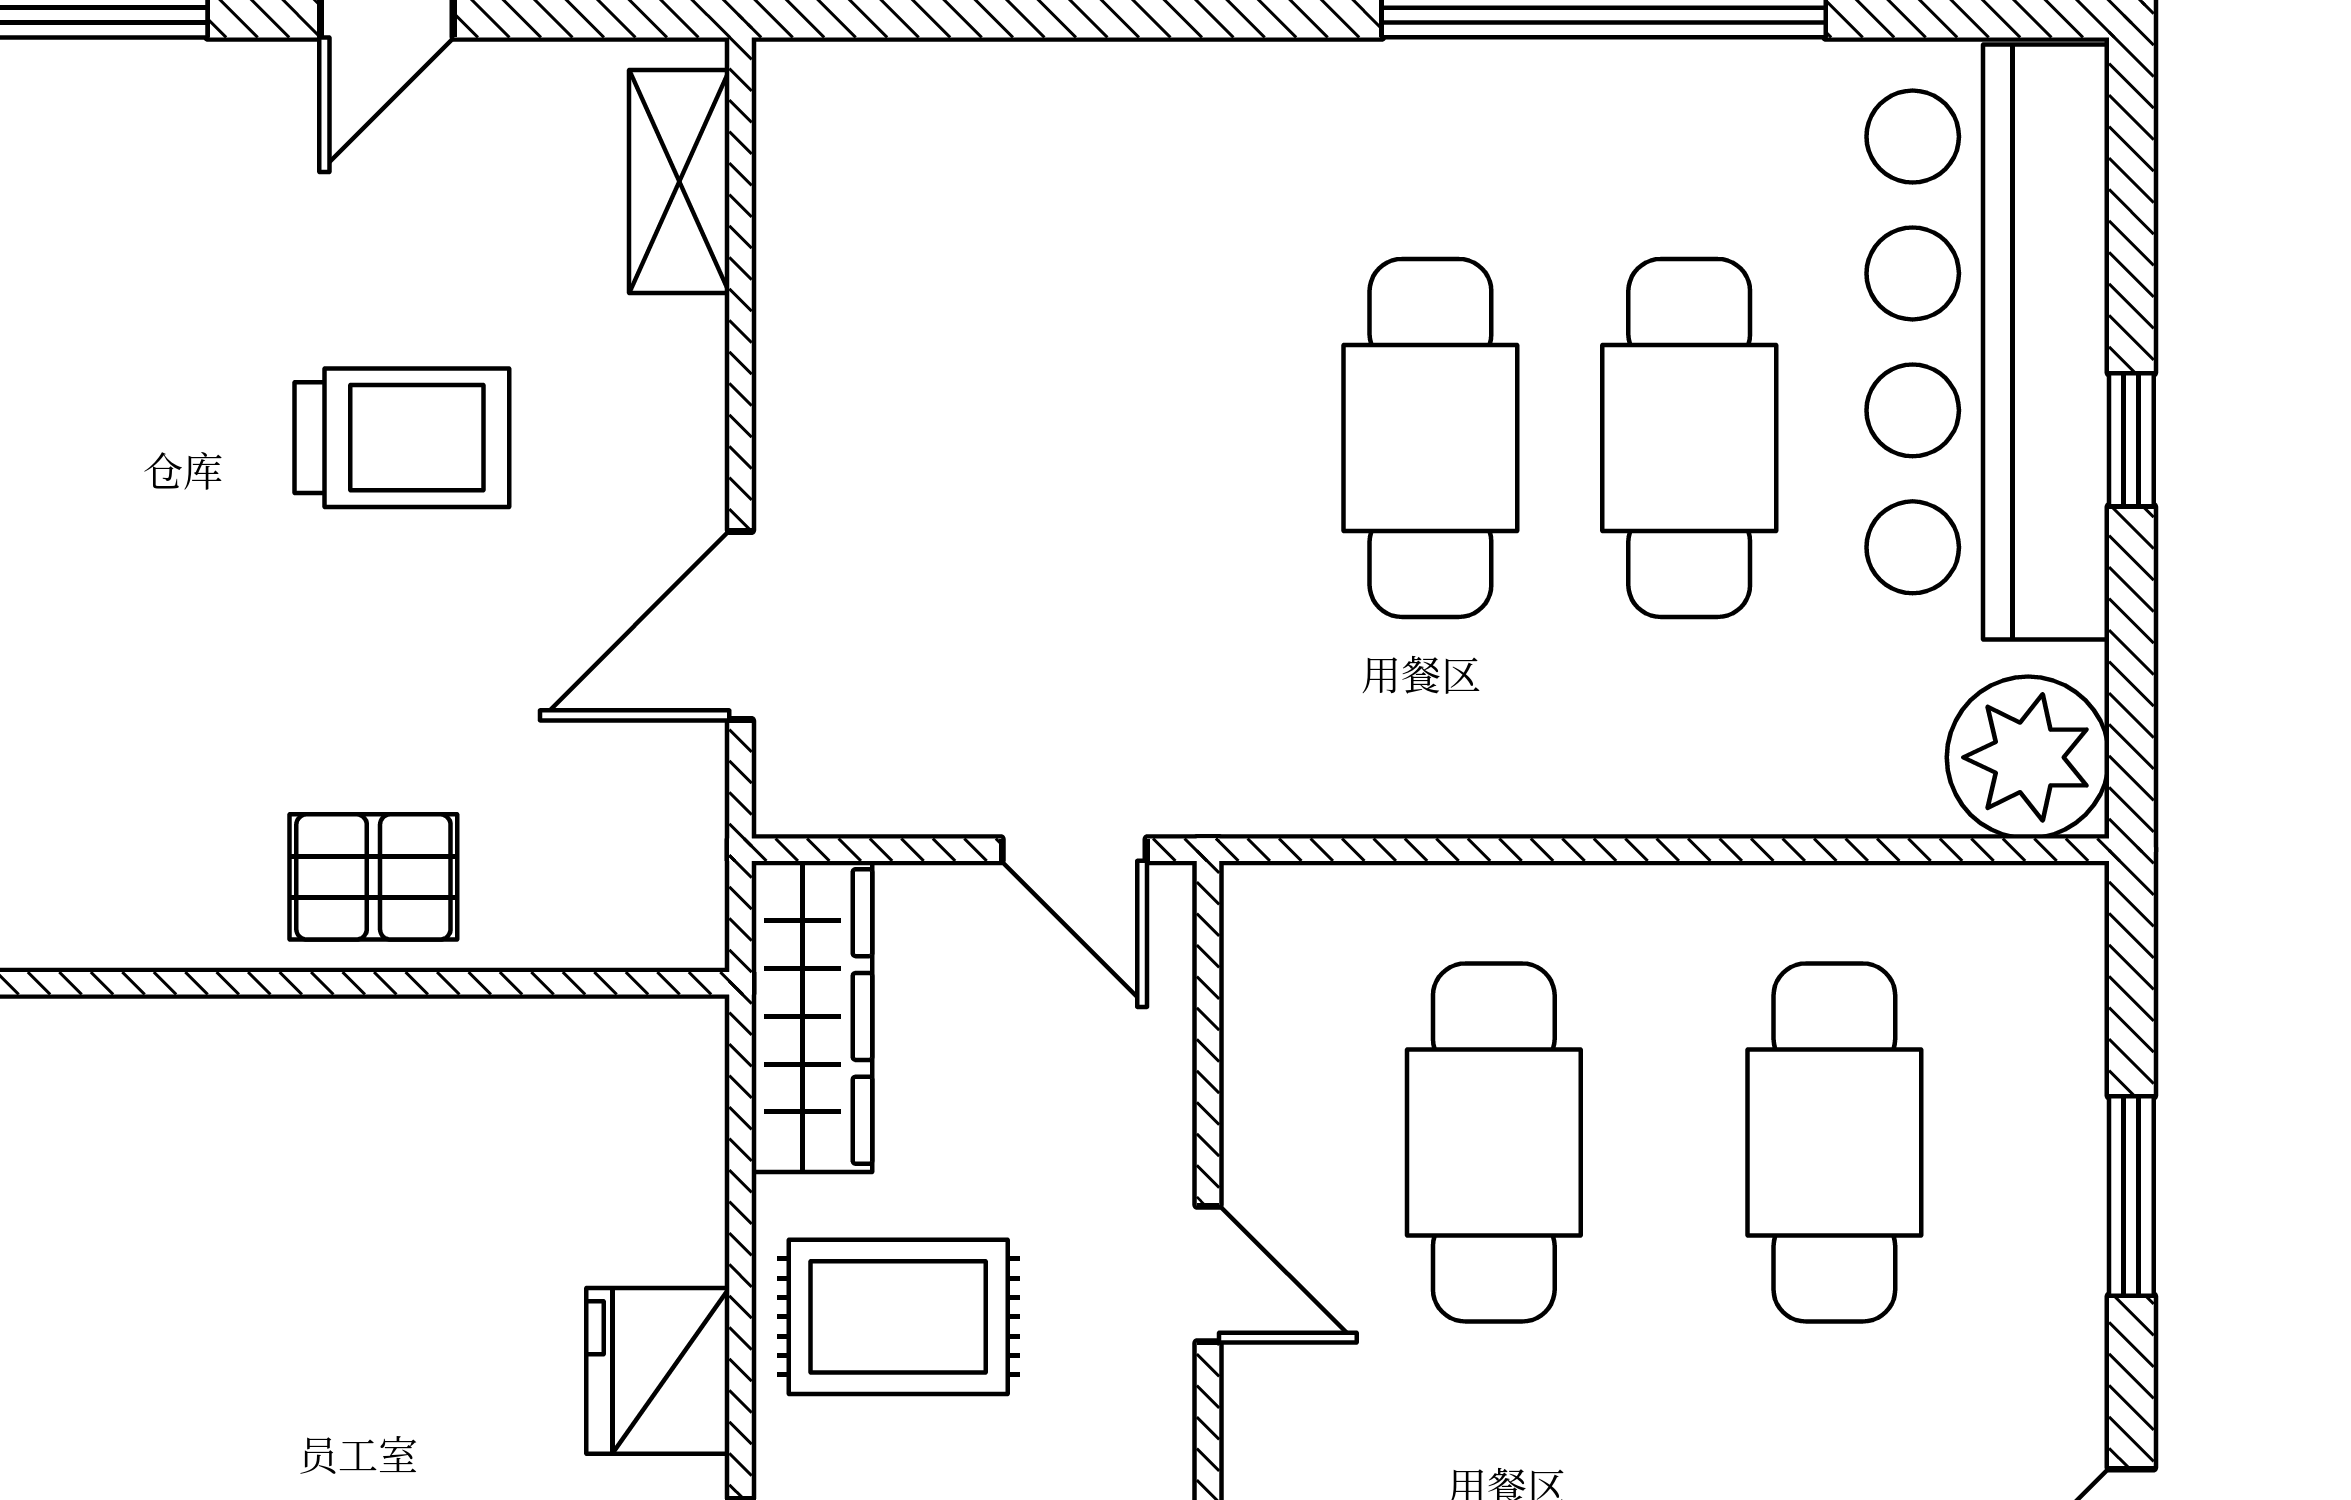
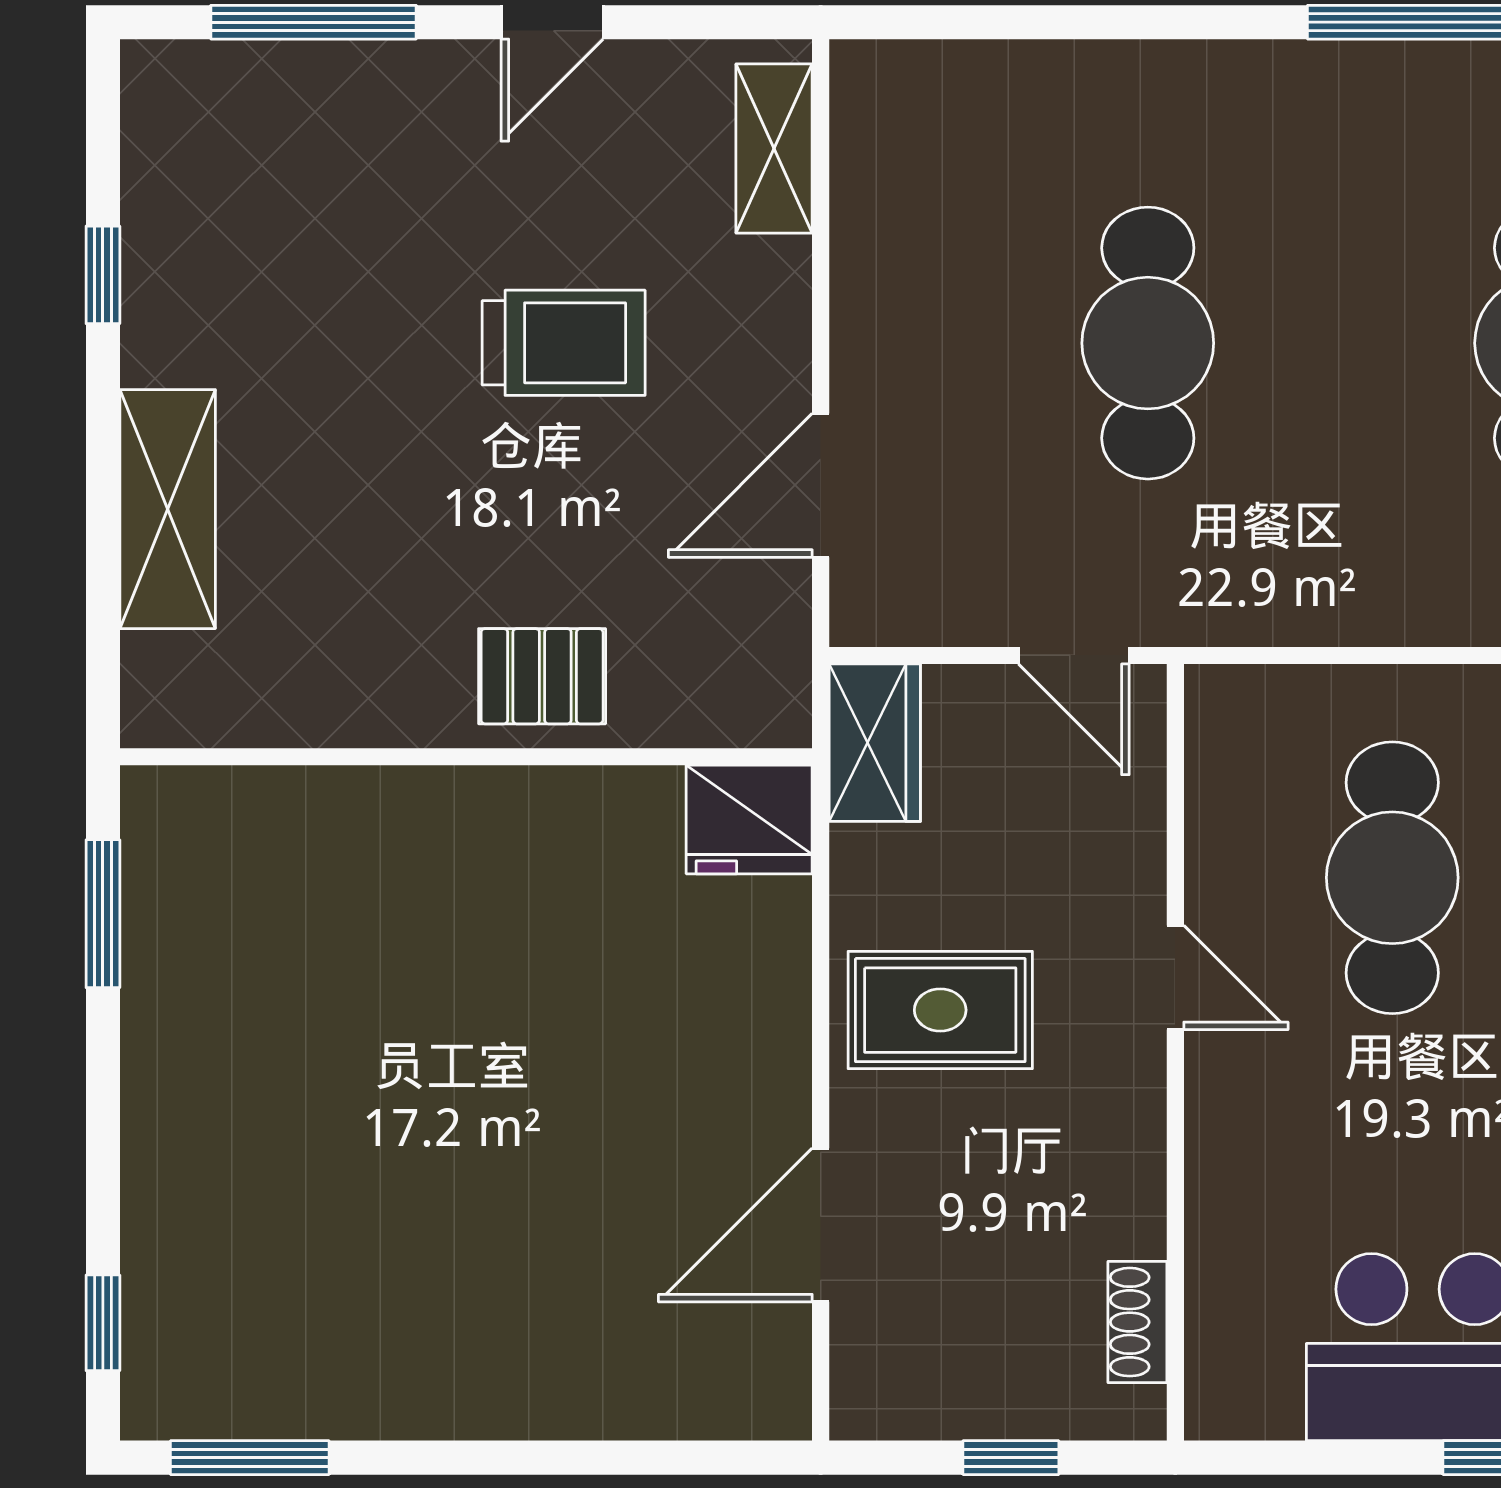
cafe table: (1430, 438) -> (1148, 343), moved
wardrobe: (812, 1016) -> (875, 743), width x0.67
fridge: (658, 1371) -> (749, 820), moved, turned -90

